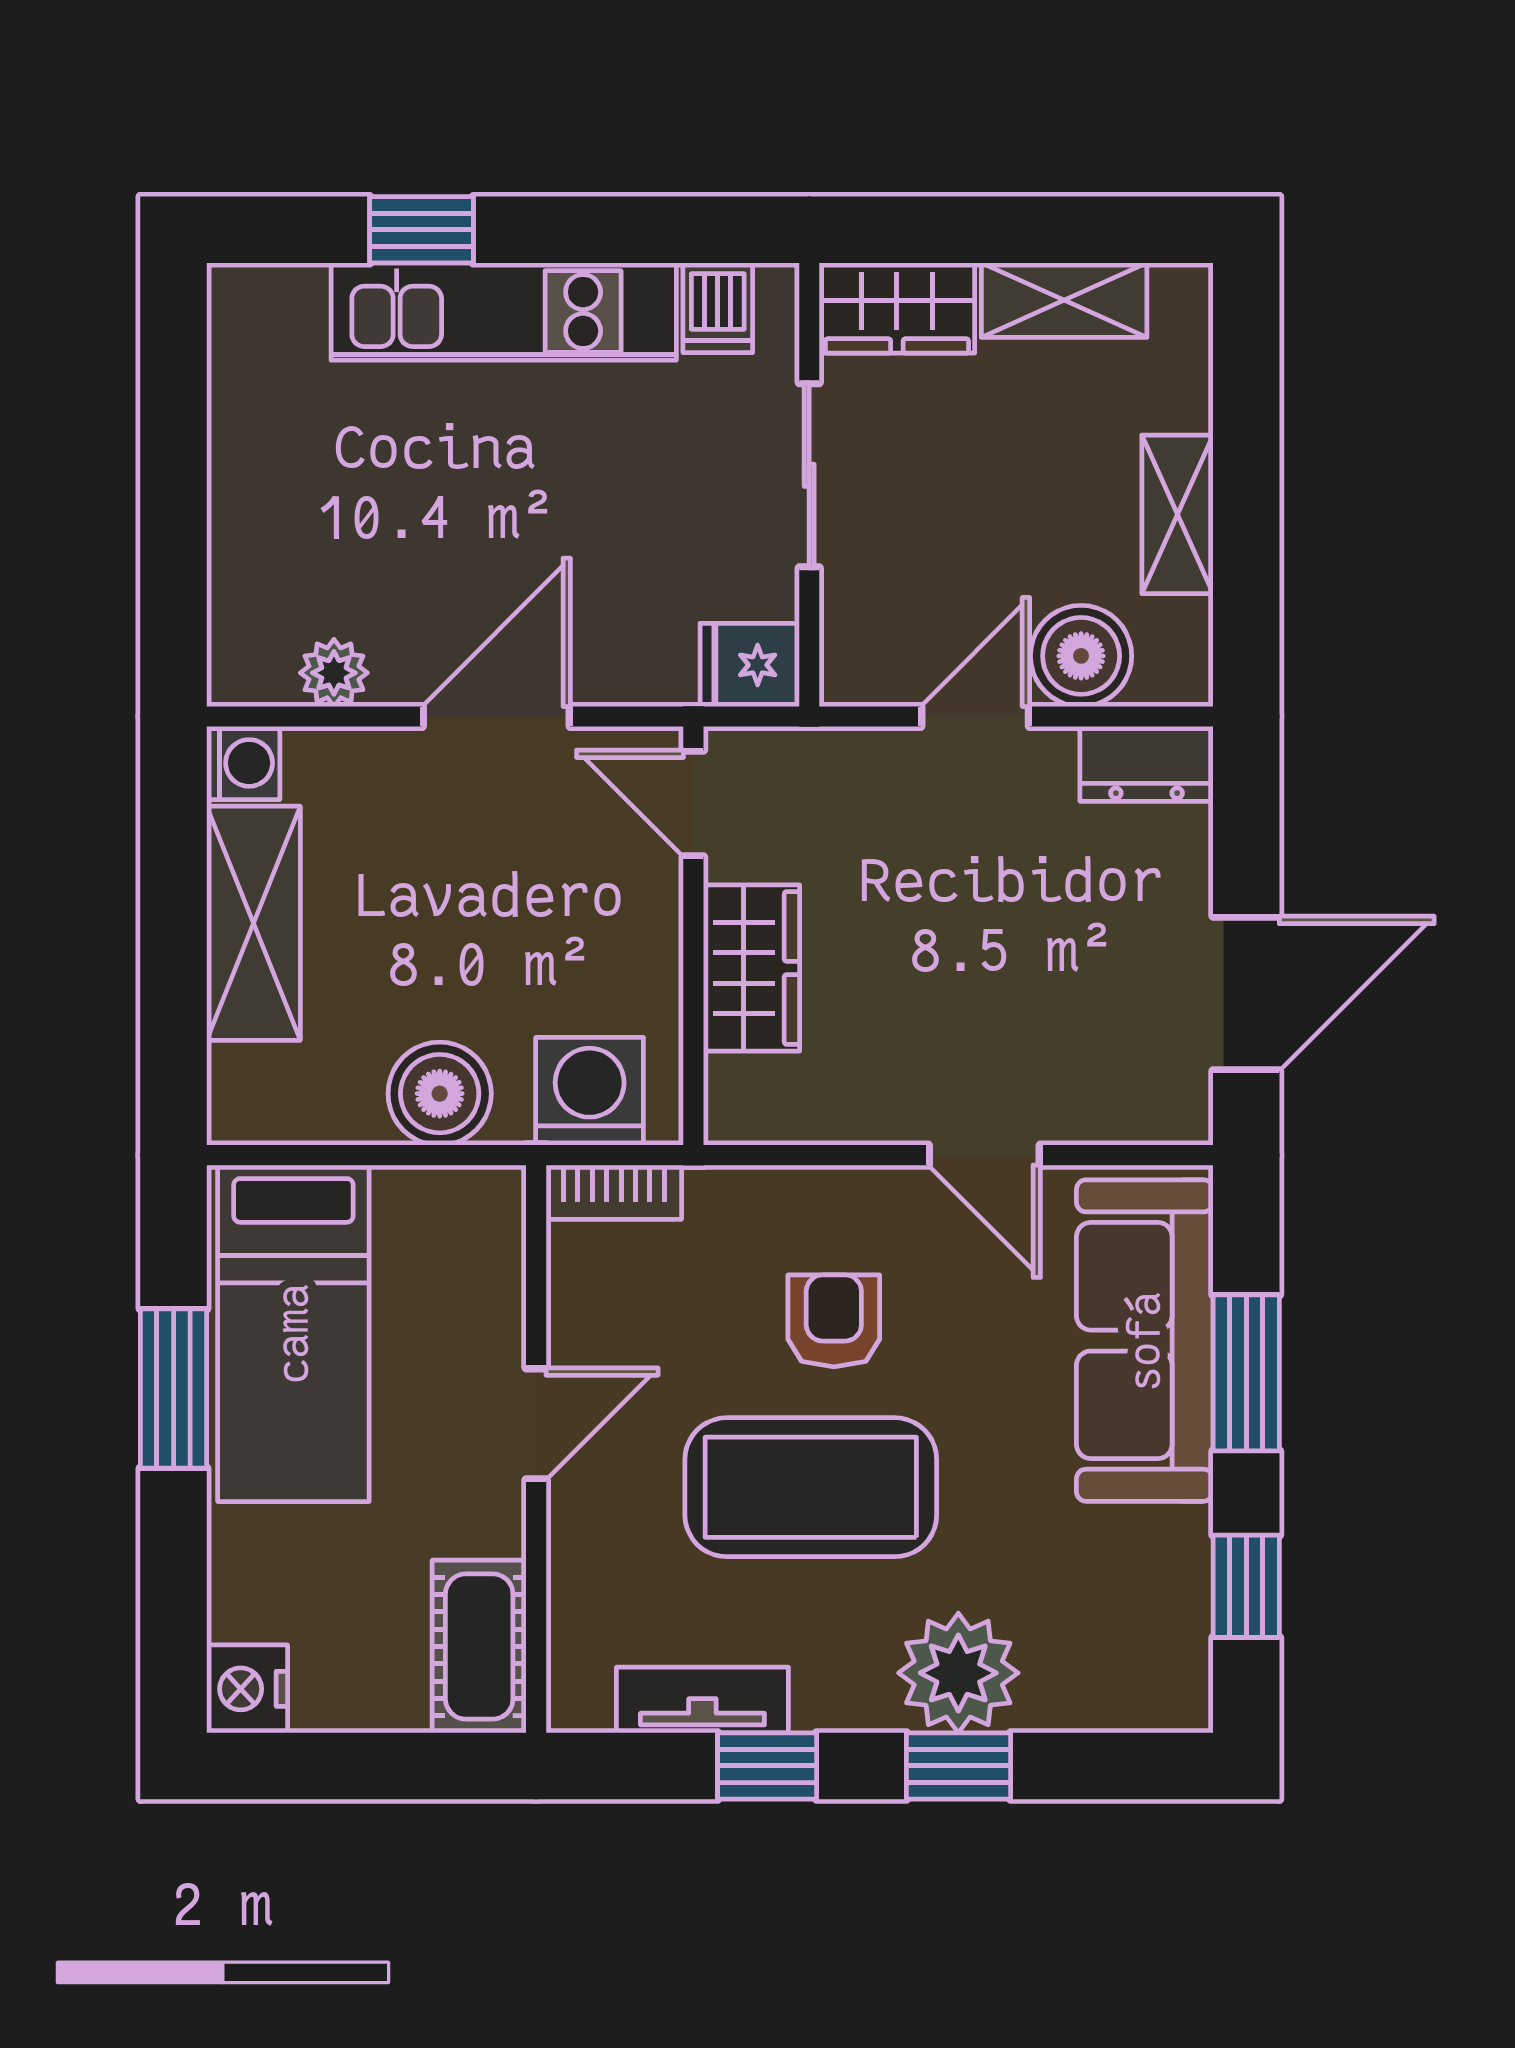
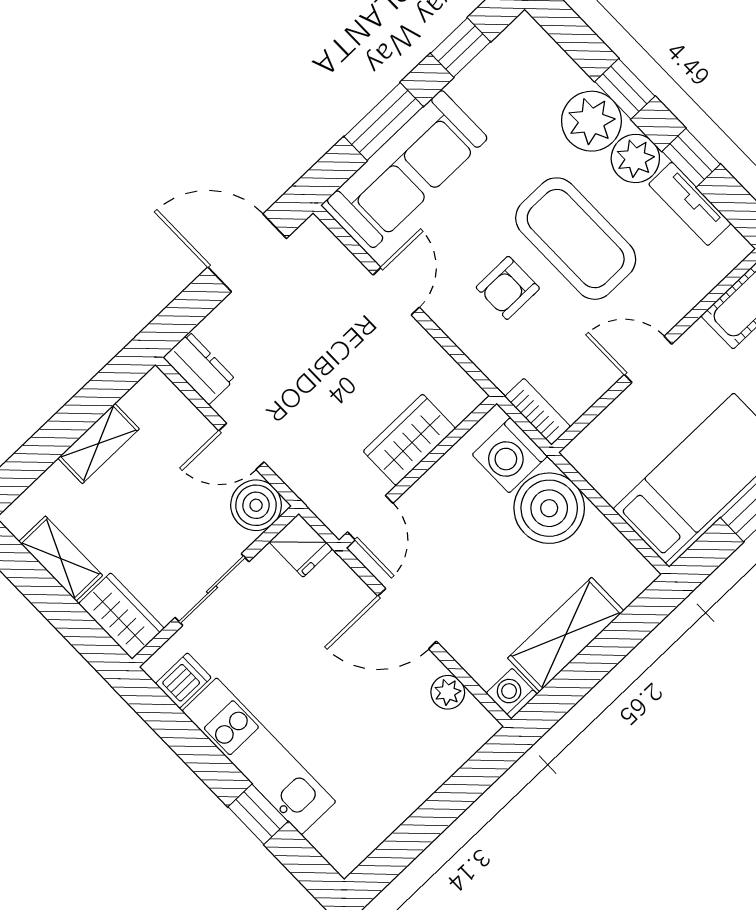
boiler: (1081, 656) -> (256, 505), moved
boiler: (440, 1094) -> (549, 508), width x1.37, depth x1.37
plant: (843, 1685) -> (635, 158), added

